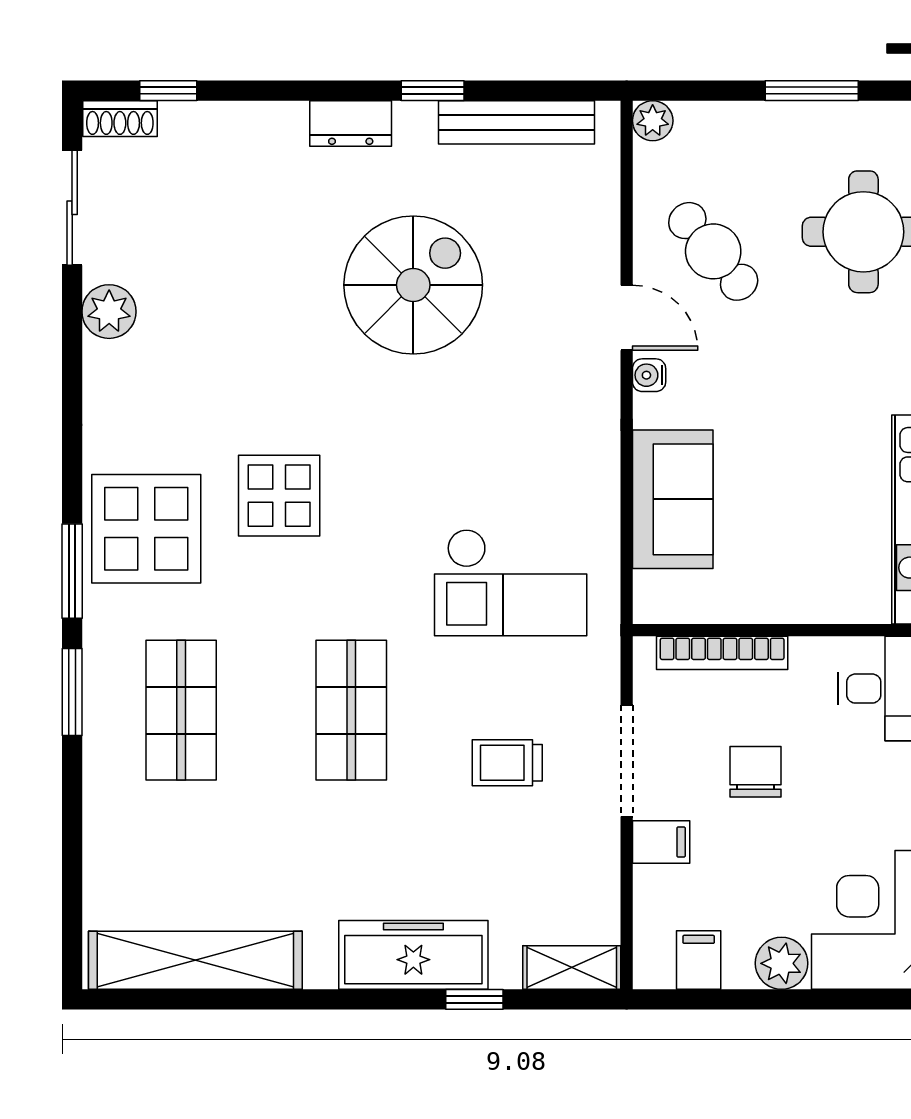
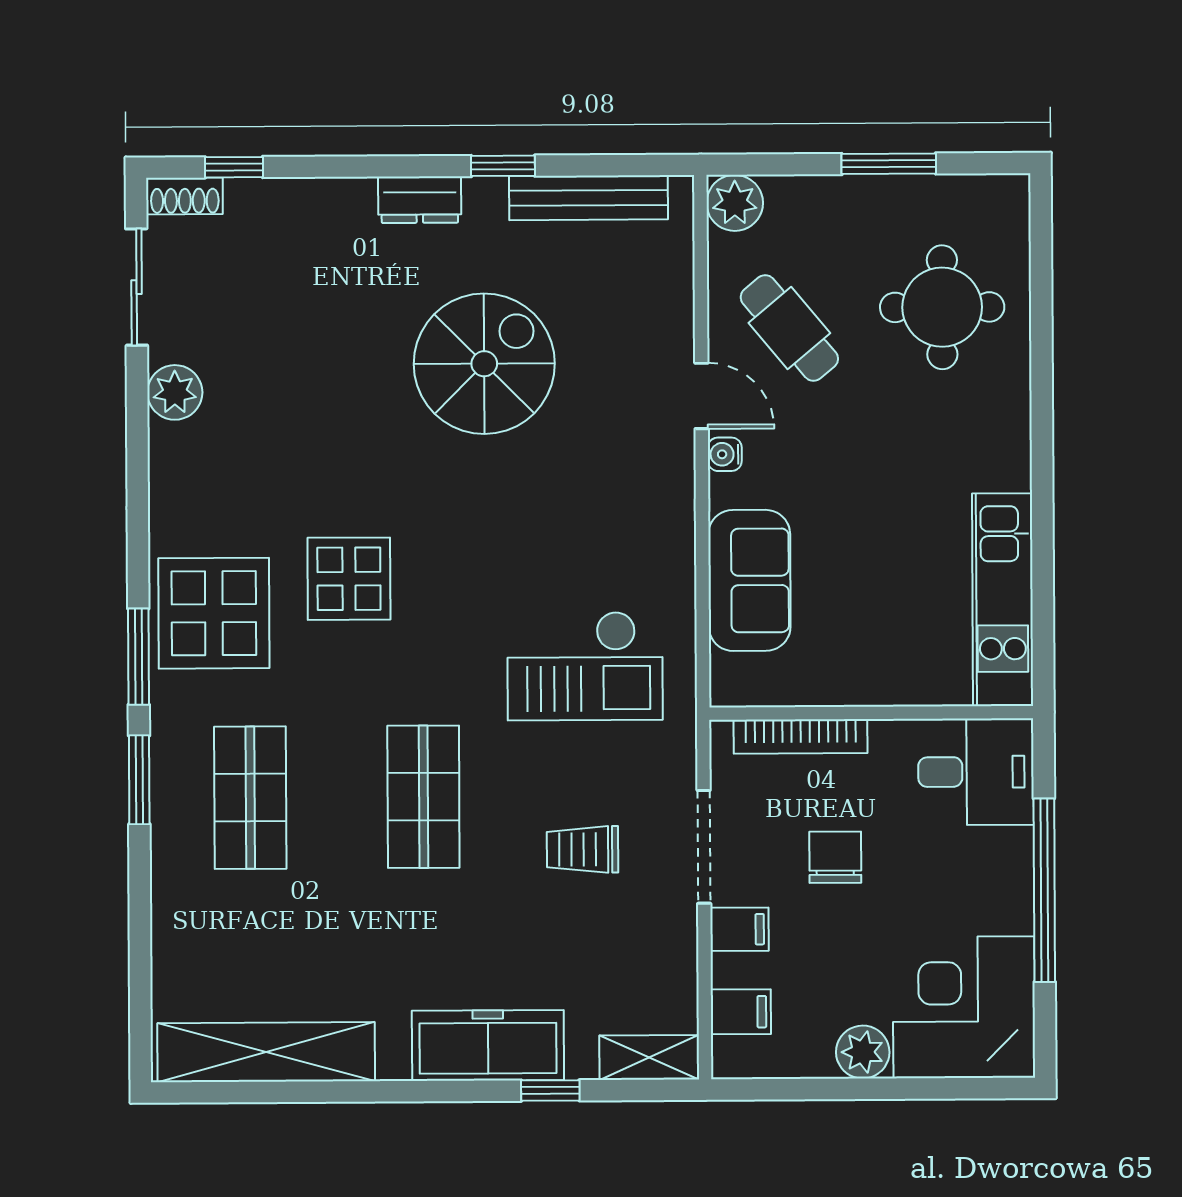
plant: (653, 121) -> (735, 203), width x1.38, depth x1.38
filing cabinet: (699, 960) -> (741, 1012), moved, turned 90

